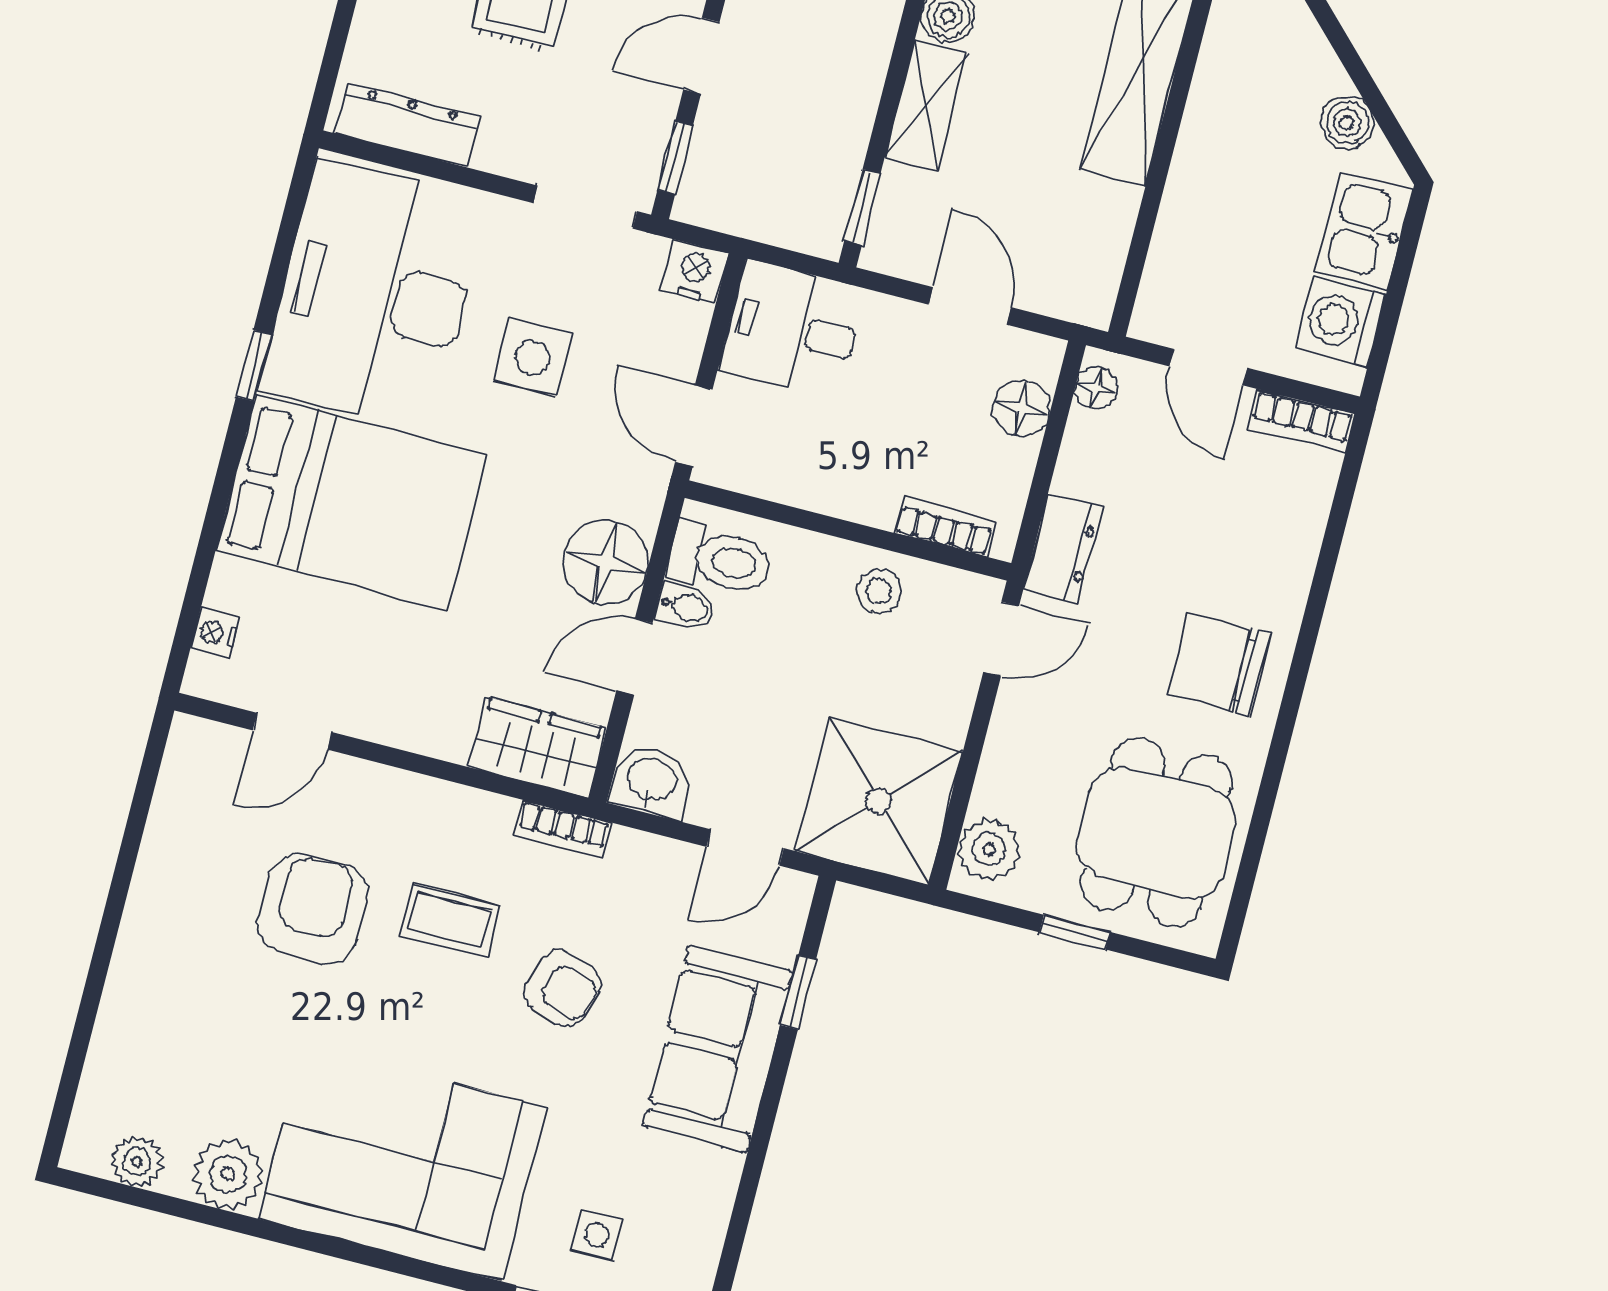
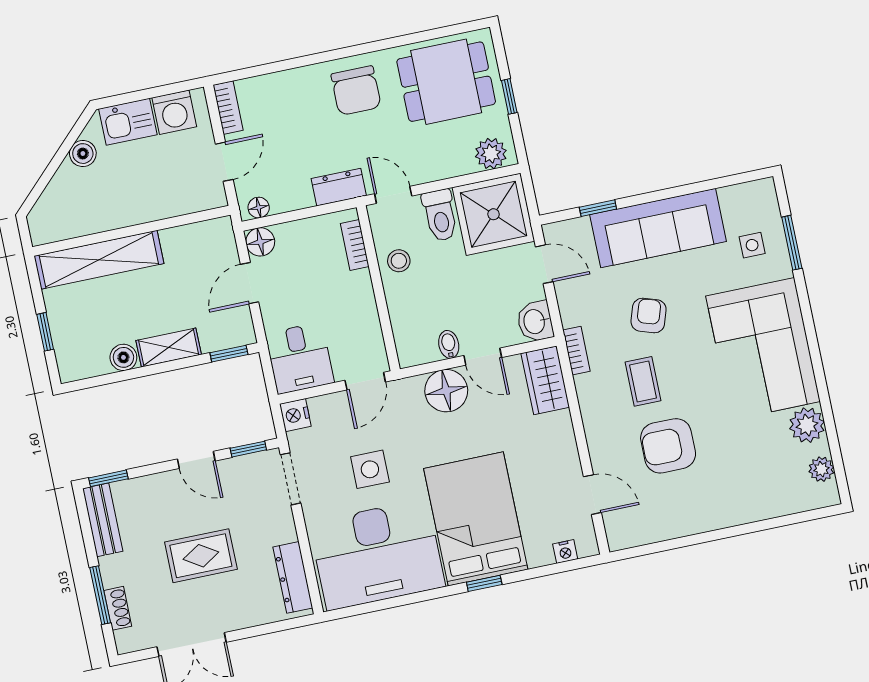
window: (254, 366) -> (484, 583), moved
floor lamp: (1022, 408) -> (260, 242), moved
toilet: (720, 560) -> (440, 215), moved, turned 180
sofa: (718, 1049) -> (658, 228), width x1.36

